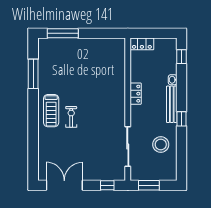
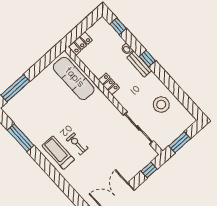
exercise mat: (113, 66) -> (74, 78), added
bench: (172, 104) -> (139, 64), width x0.73
treadmill: (51, 111) -> (58, 153), turned 180
window: (182, 119) -> (147, 59), moved

